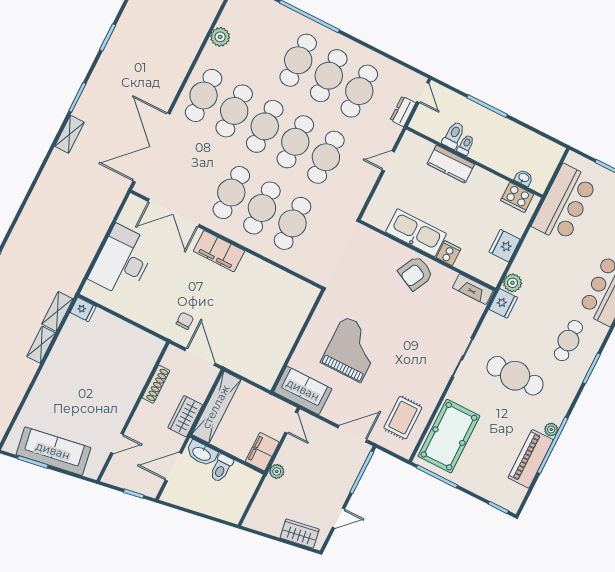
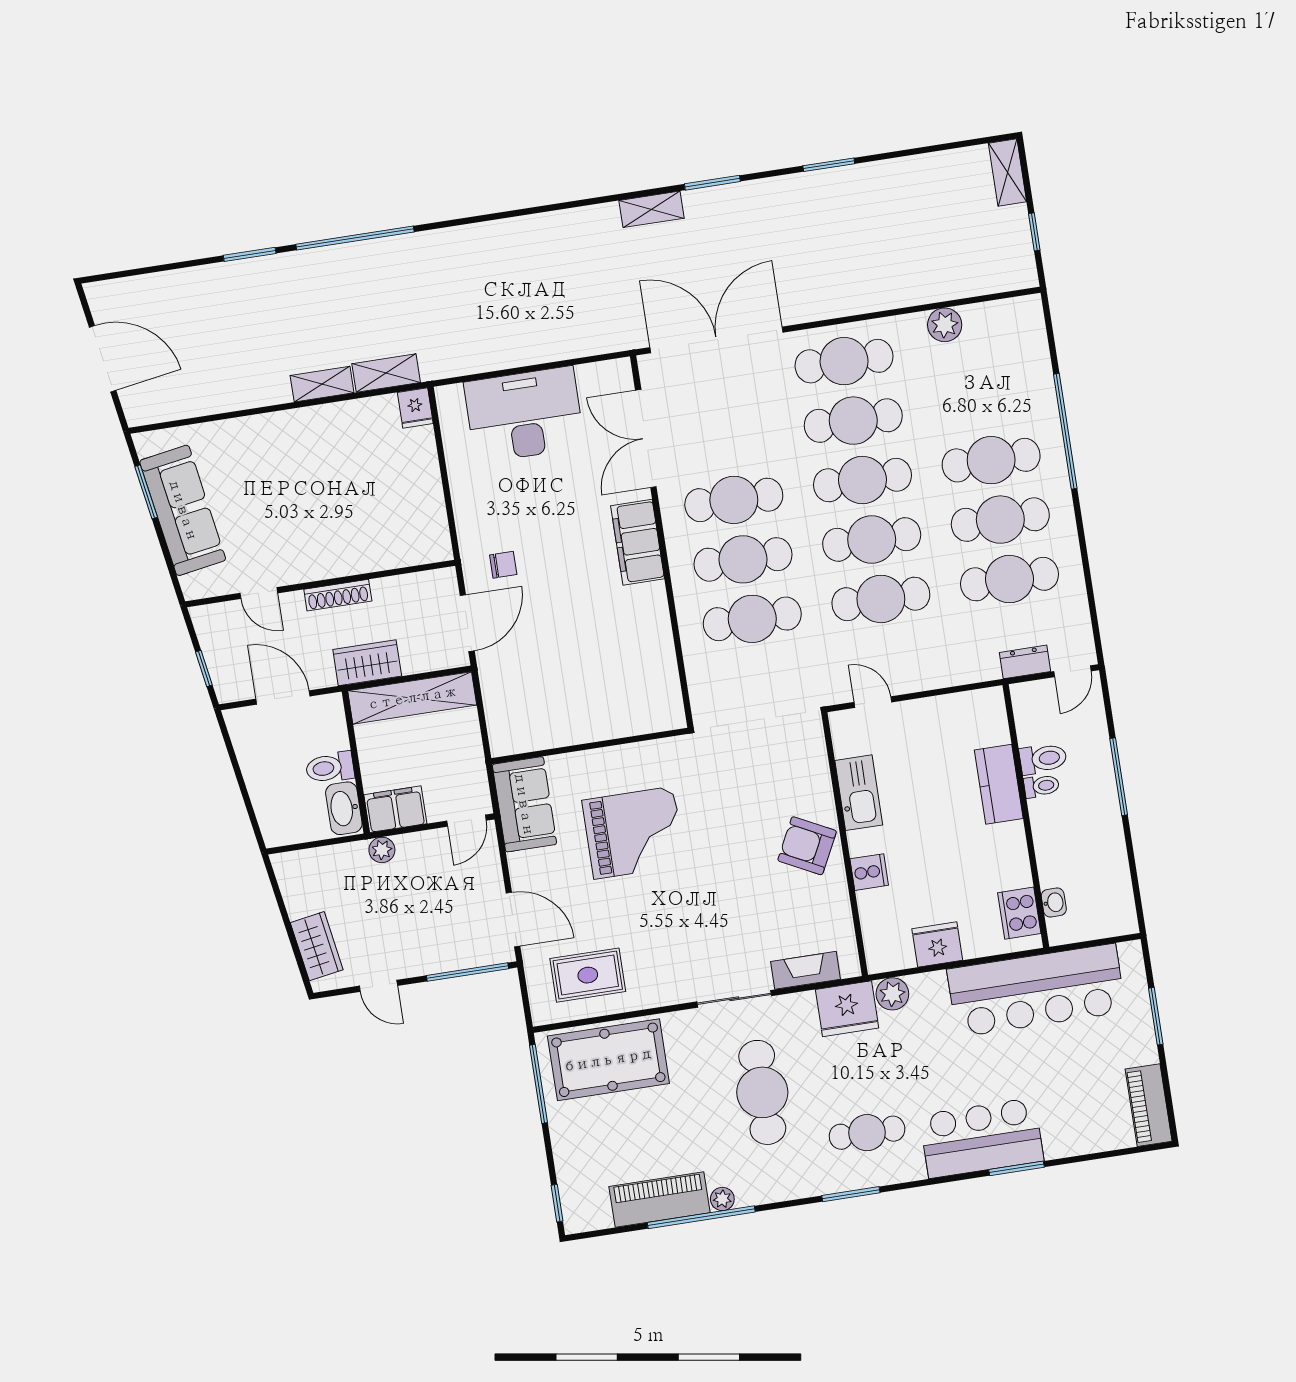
door: (388, 161) -> (873, 702), moved
bar counter: (564, 203) -> (1036, 990), width x1.36
kitchen sink: (416, 233) -> (859, 793), width x0.73, depth x0.81
fireplace: (473, 289) -> (806, 970), moved, turned 90
fridge: (503, 303) -> (847, 1009), width x1.36, depth x1.34
shoe rack: (156, 384) -> (338, 595), moved
washbasin: (202, 454) -> (344, 808), moved

